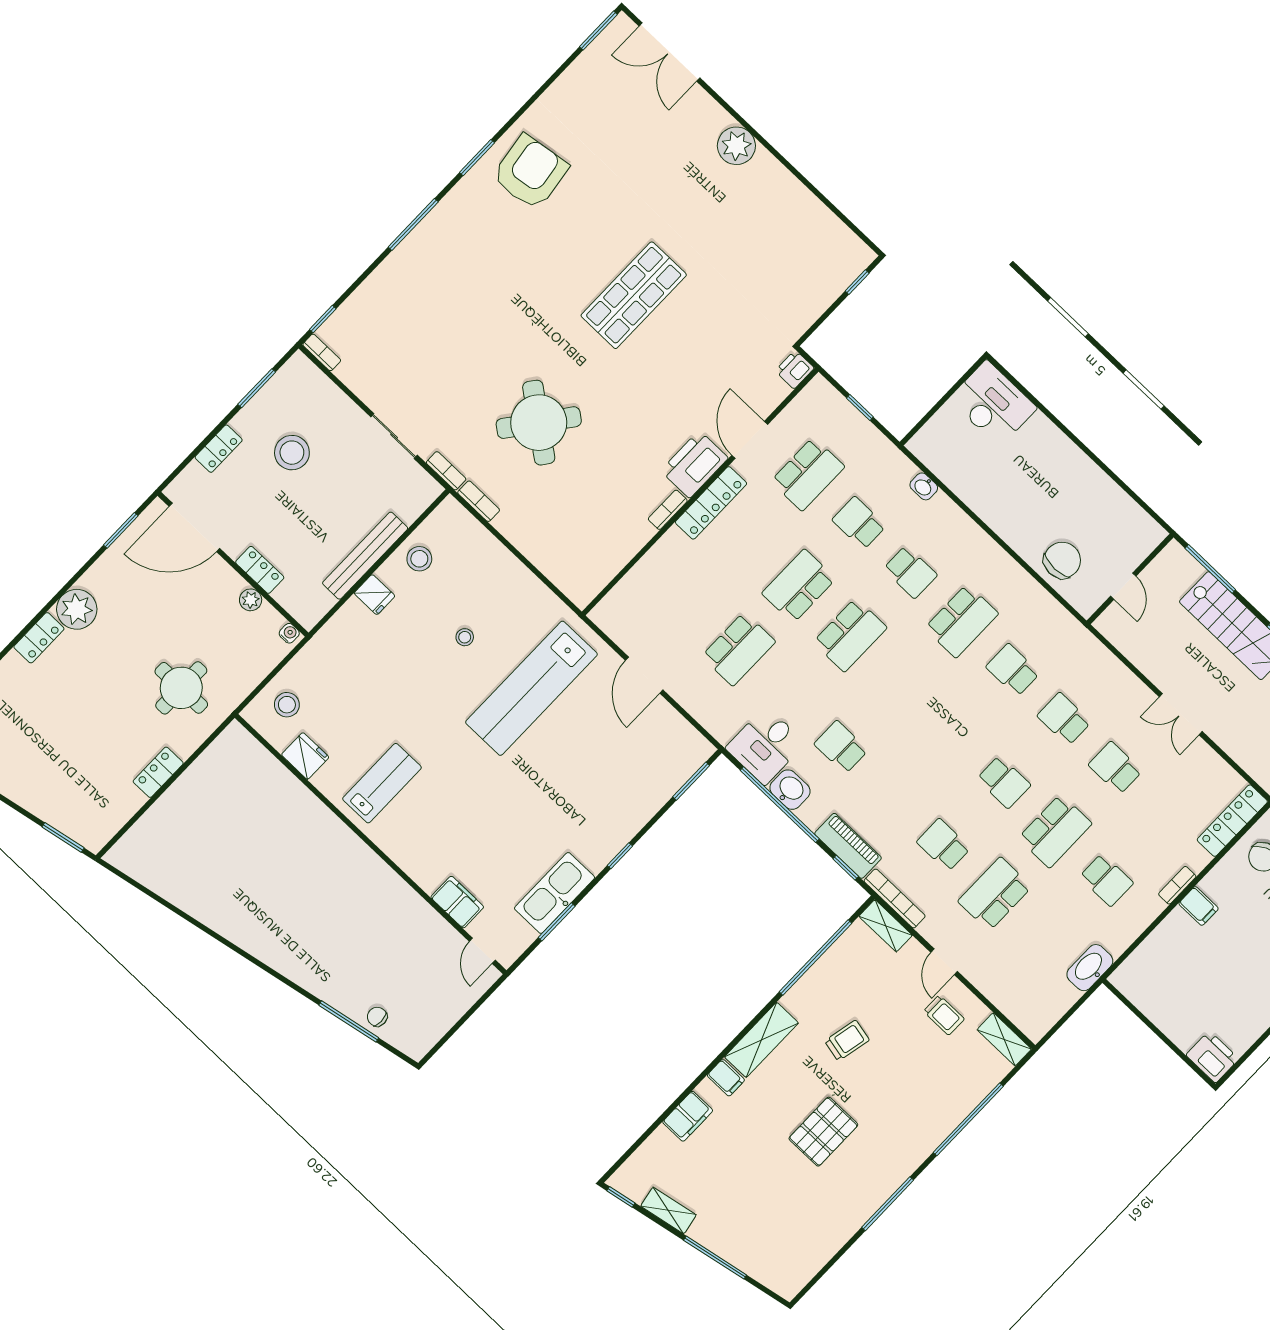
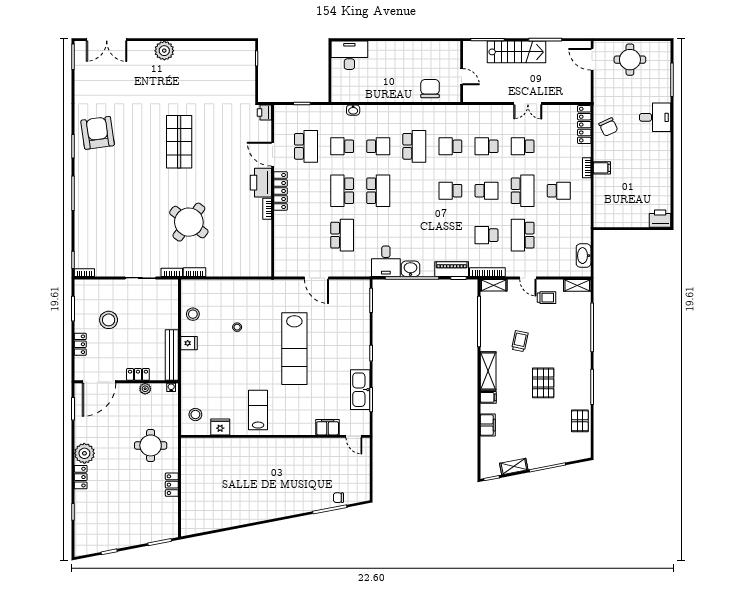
bench: (365, 556) -> (172, 355), moved
lab bench: (531, 688) -> (294, 349), moved
school desk: (841, 747) -> (450, 191), moved
washbasin: (1090, 968) -> (584, 256), moved
pallet: (824, 1235) -> (580, 421), added

